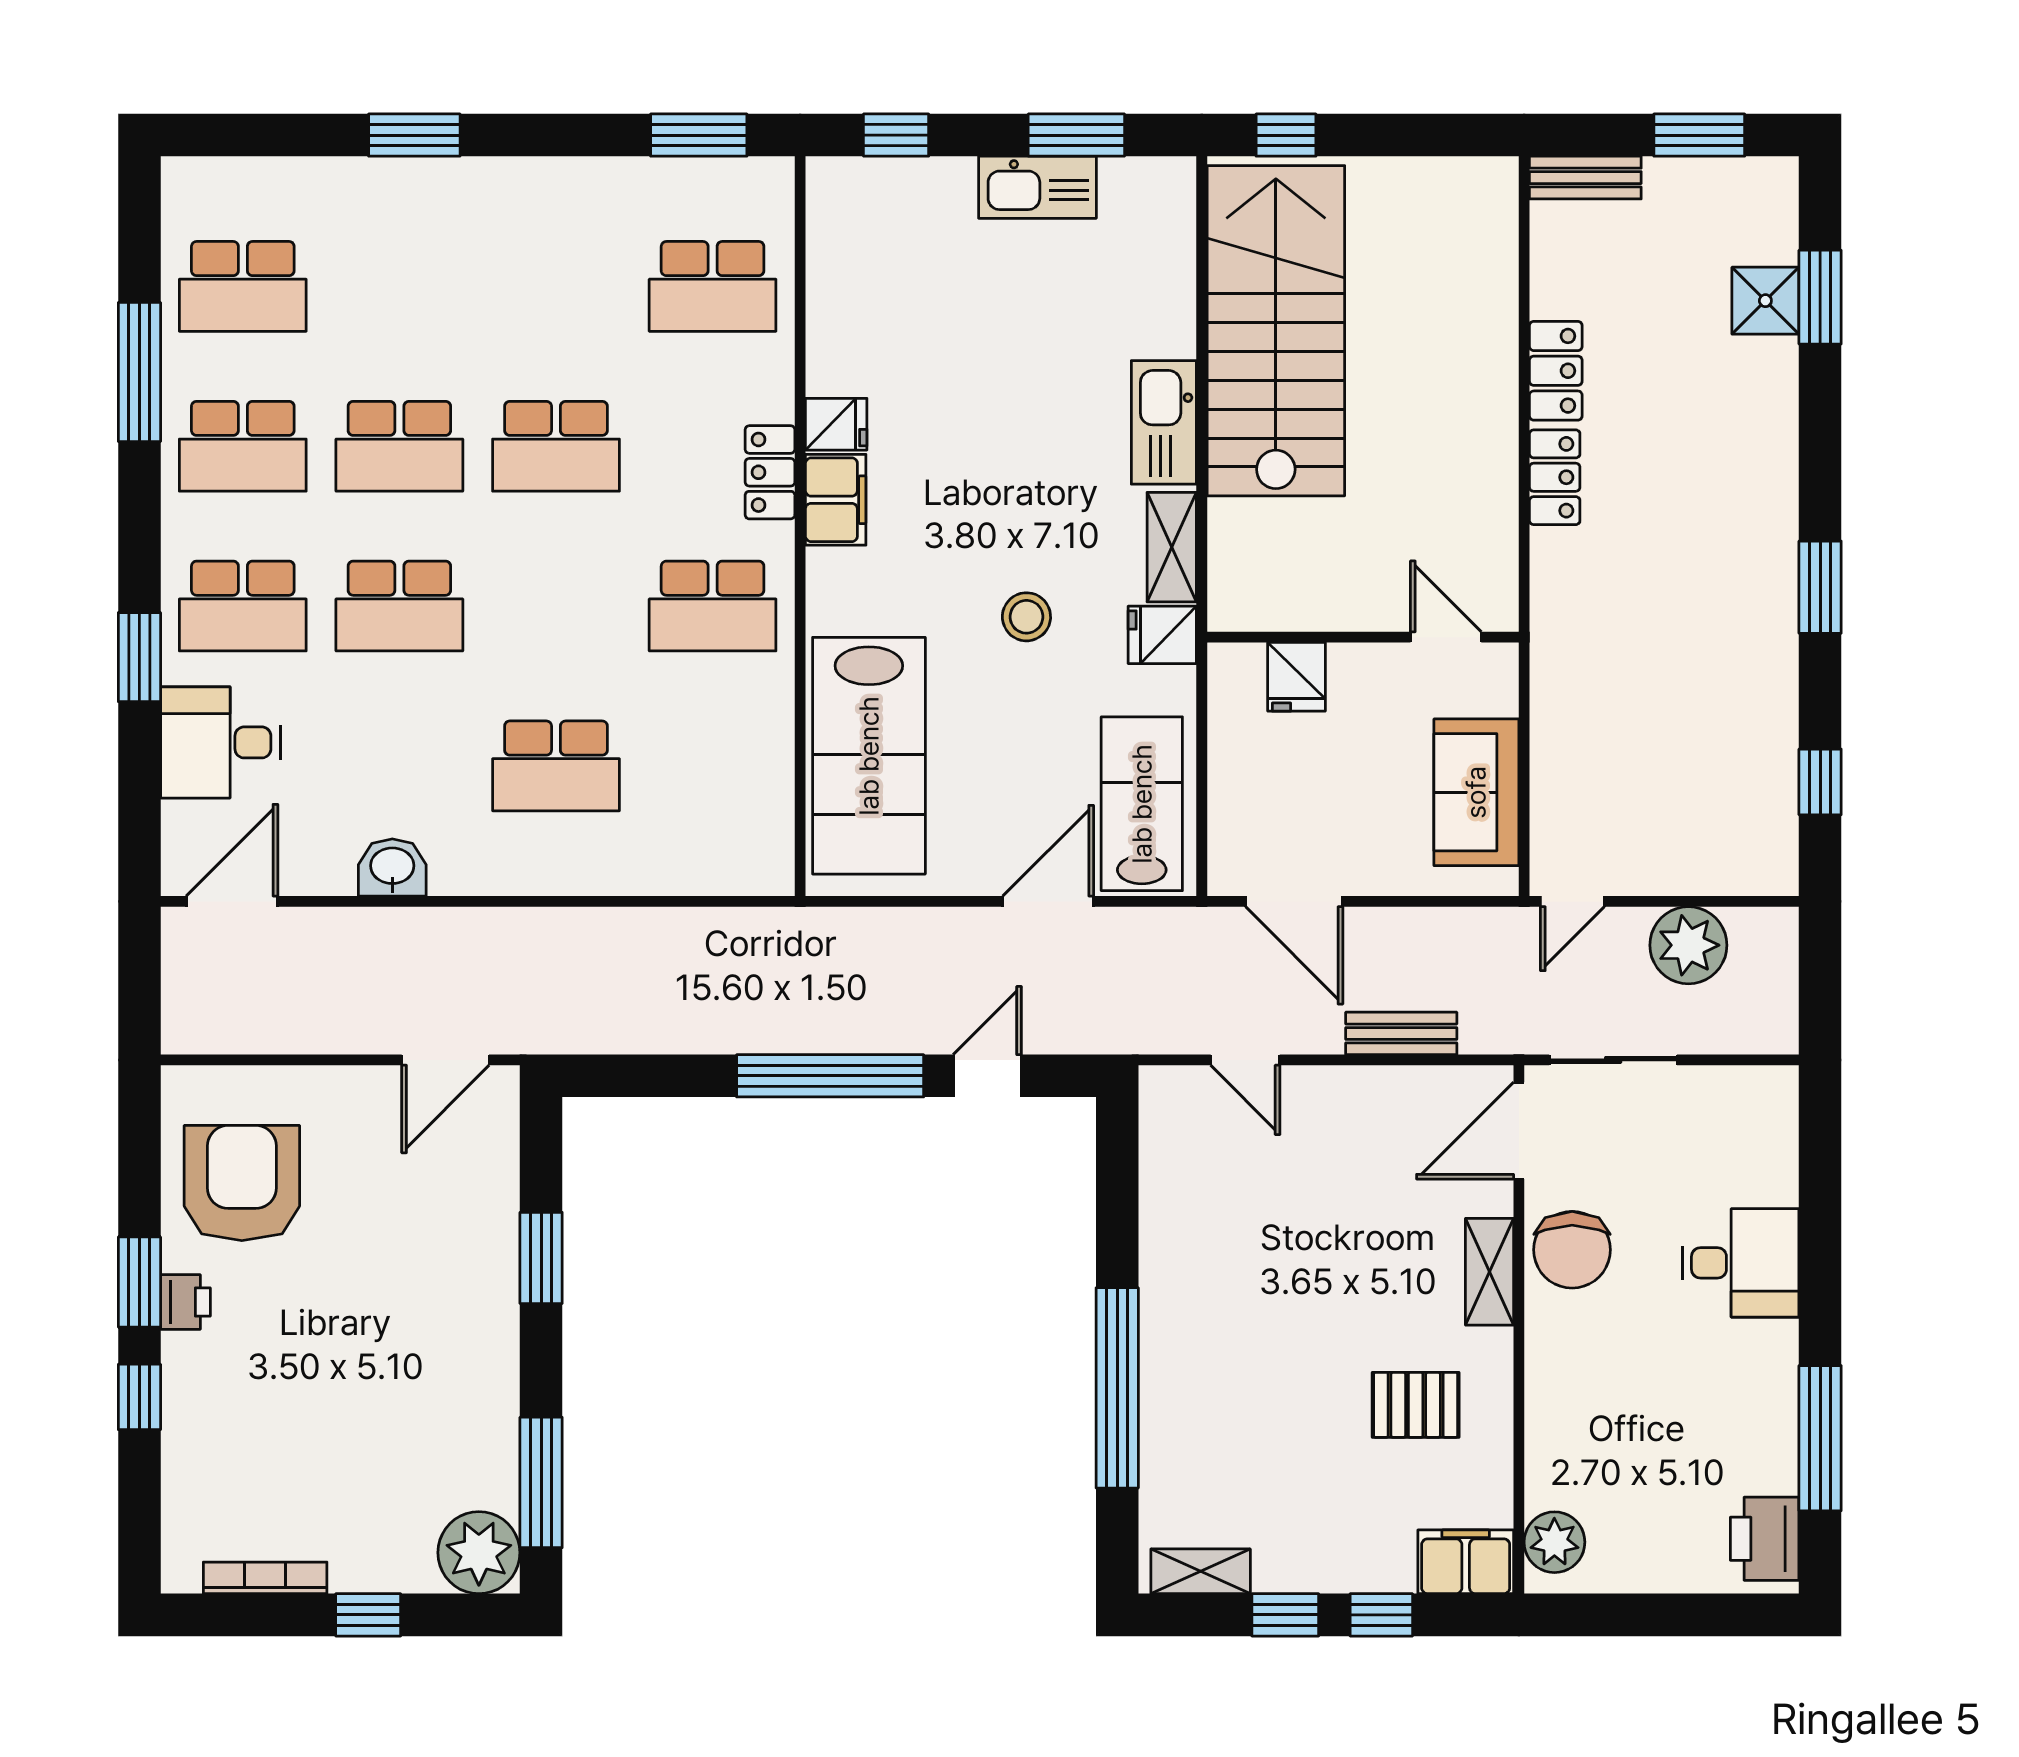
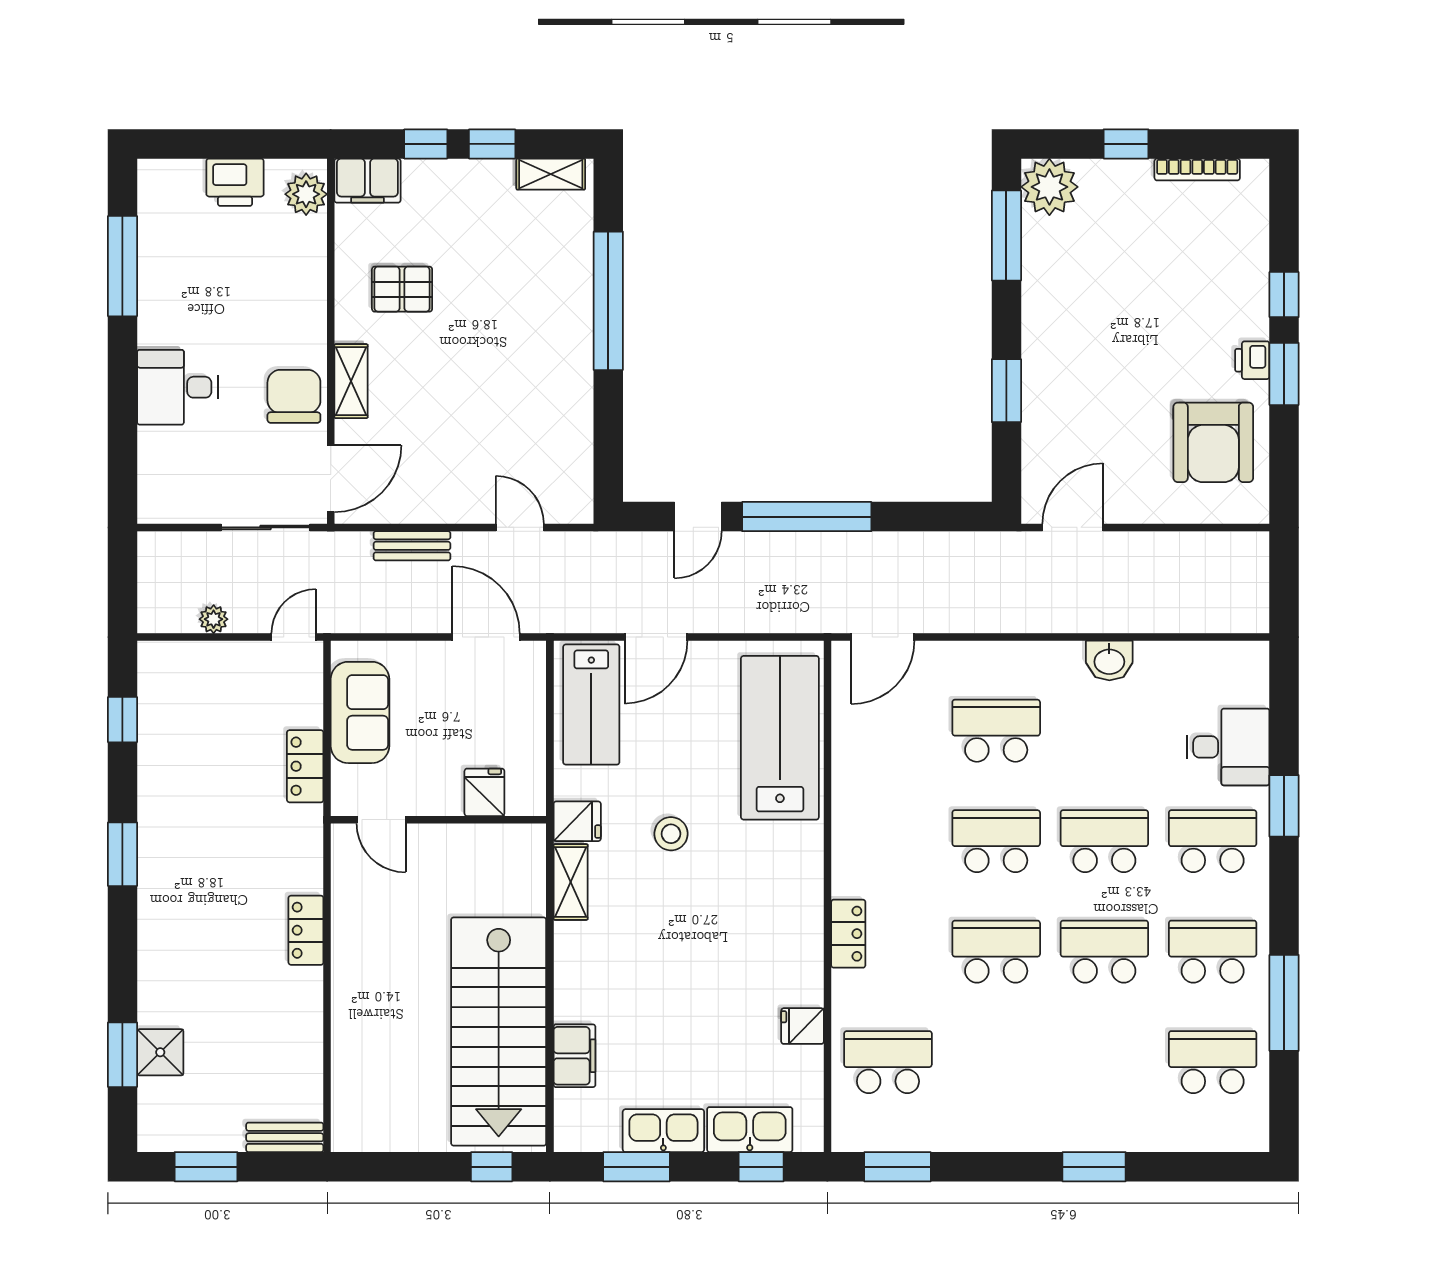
locker: (1556, 371) -> (305, 766), moved
kitchen sink: (1164, 422) -> (750, 1130), moved, turned -90
fridge: (836, 424) -> (803, 1026), moved
filing cabinet: (836, 500) -> (574, 1056), moved, turned 180
school desk: (713, 606) -> (996, 841), moved
door: (232, 901) -> (883, 637), moved
plant: (1688, 945) -> (214, 619), width x0.53, depth x0.53
printer: (1765, 1539) -> (235, 182), moved, turned 90

